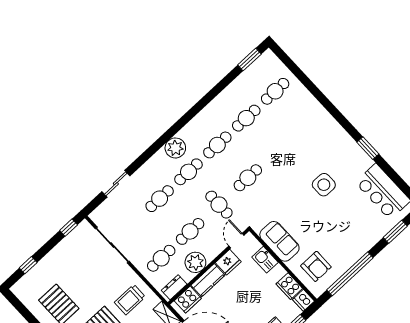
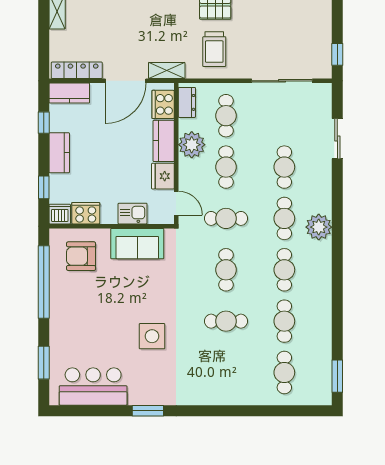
cafe table: (277, 151) -> (226, 321), added
trolley: (130, 300) -> (214, 49), turned 180

